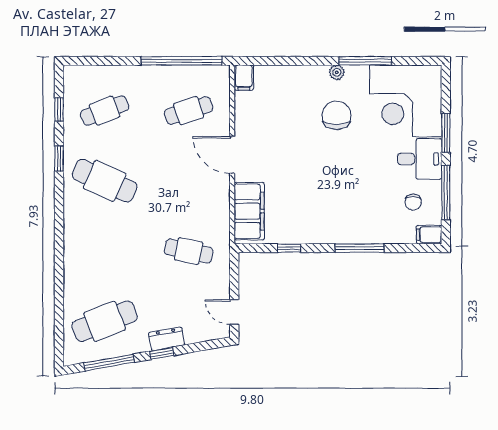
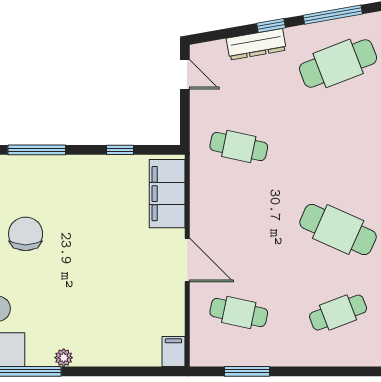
window: (182, 61) -> (247, 371), width x0.47
cafe table: (189, 111) -> (239, 313), turned 30
chair: (336, 115) -> (26, 234), moved, turned 180
dresser: (167, 339) -> (256, 44), width x1.44

